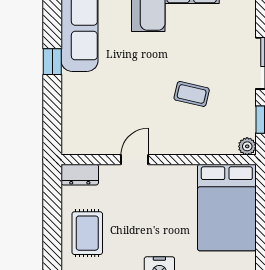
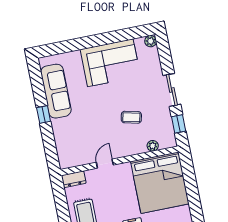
plant: (247, 146) -> (153, 146), moved
bed: (227, 207) -> (160, 183), width x1.36

